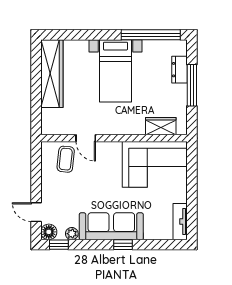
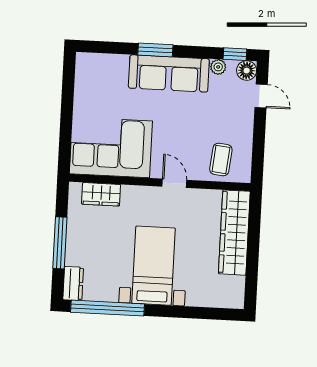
dresser: (179, 70) -> (73, 283), moved
wardrobe: (52, 74) -> (234, 233), moved
door: (86, 138) -> (174, 183), moved
tv unit: (180, 222) -> (83, 75), removed
window: (123, 245) -> (155, 50), width x1.50

